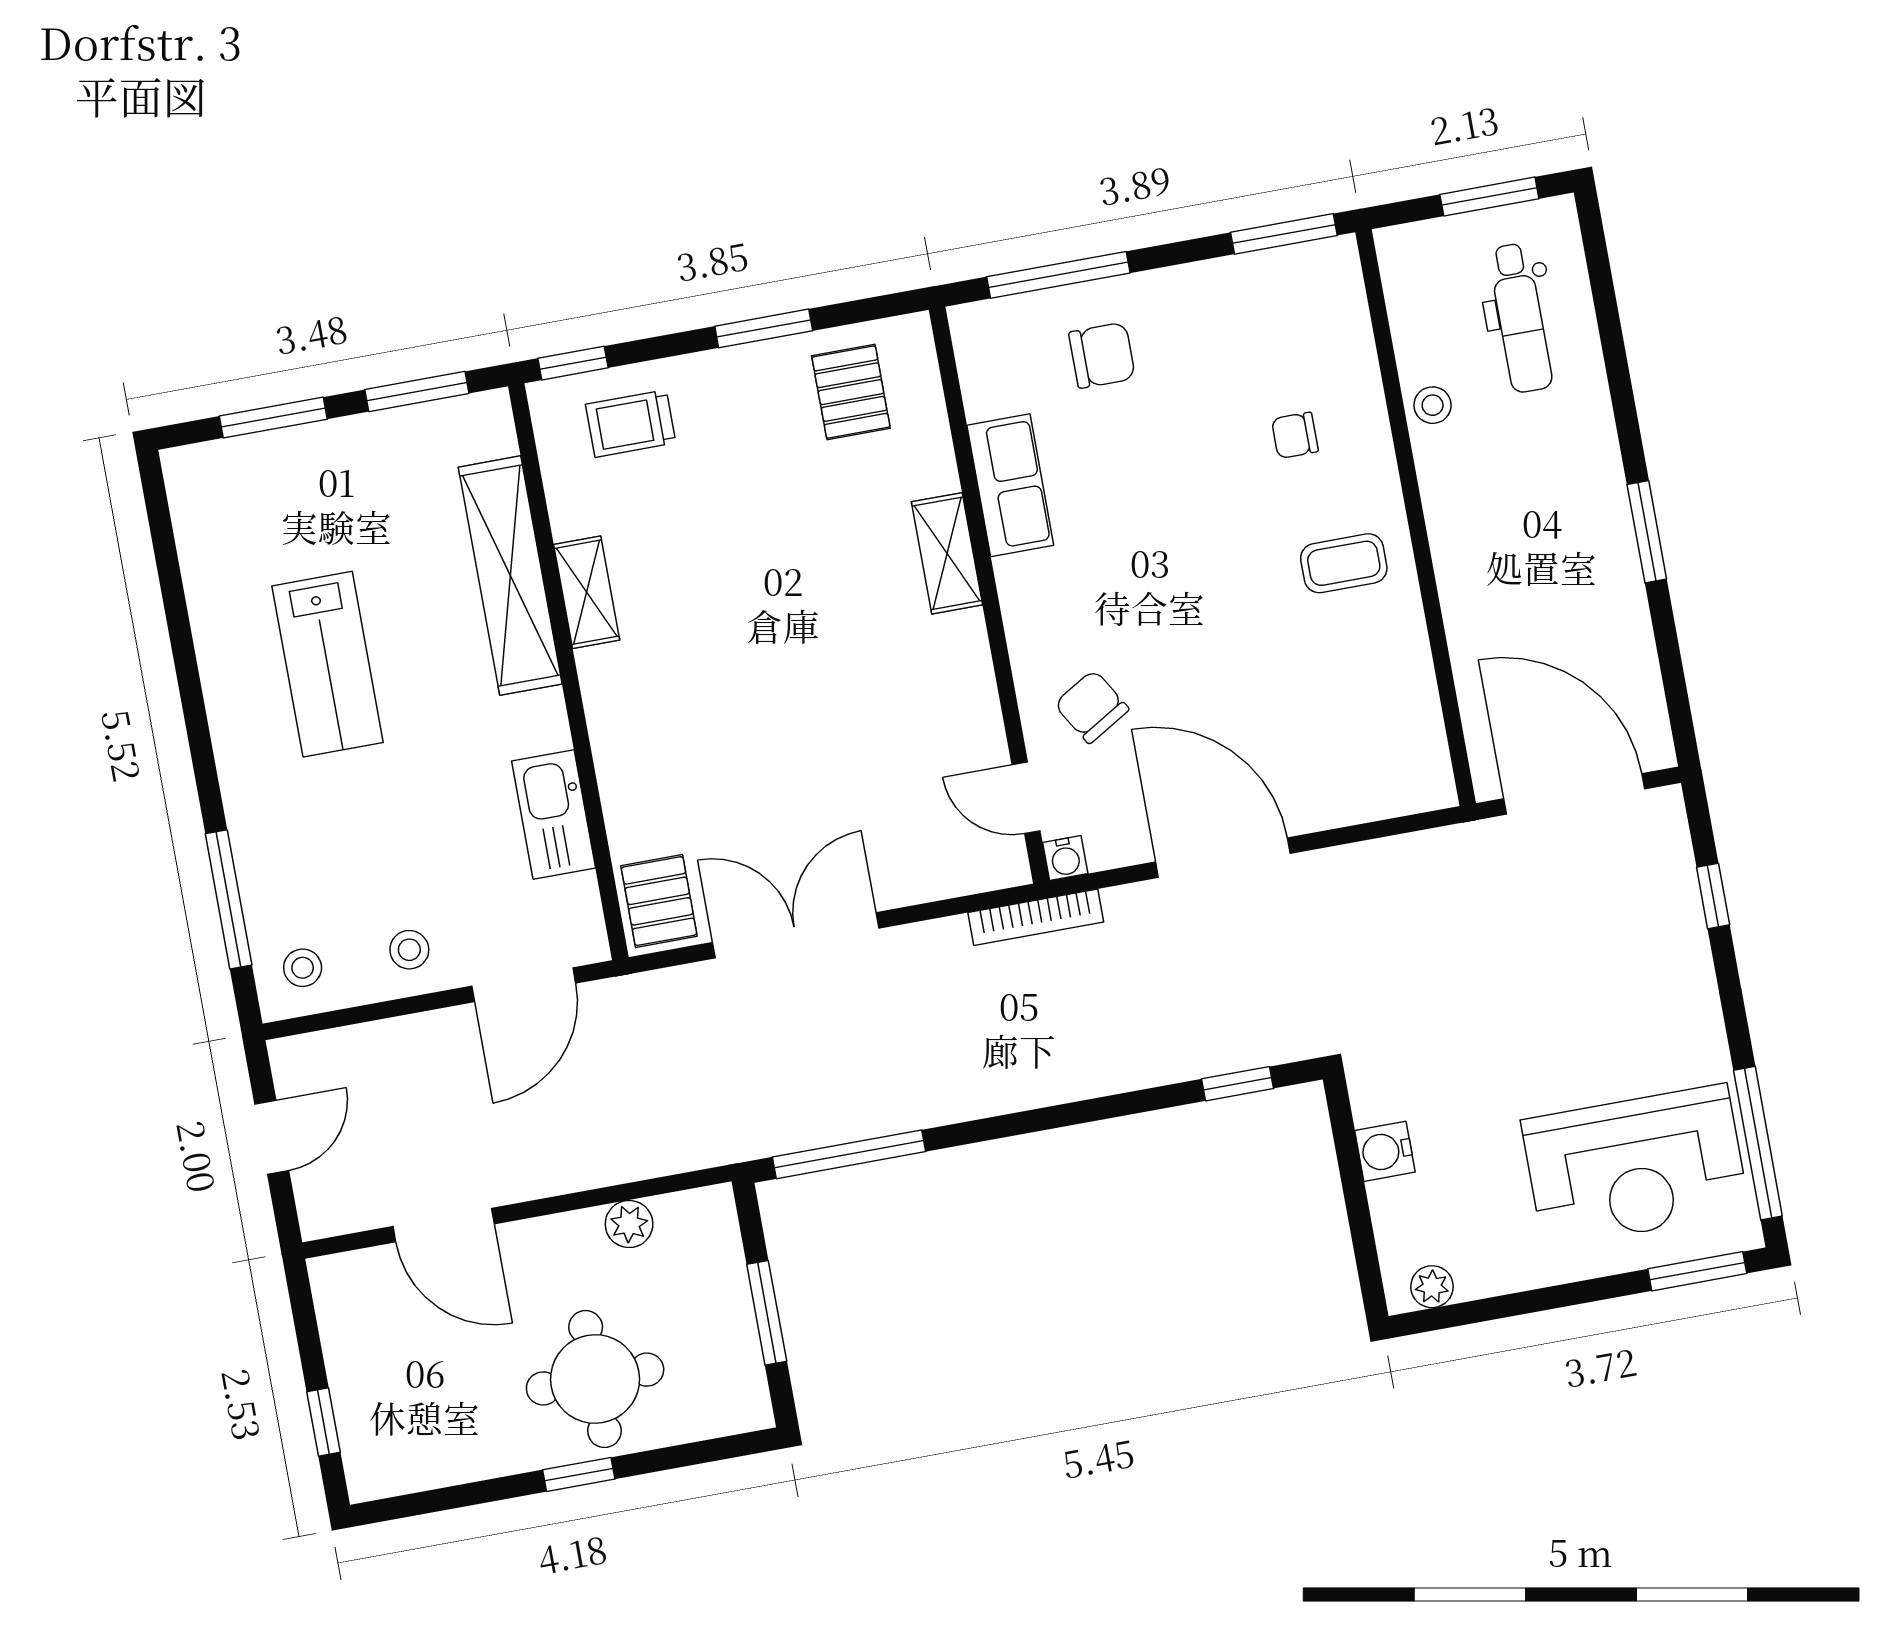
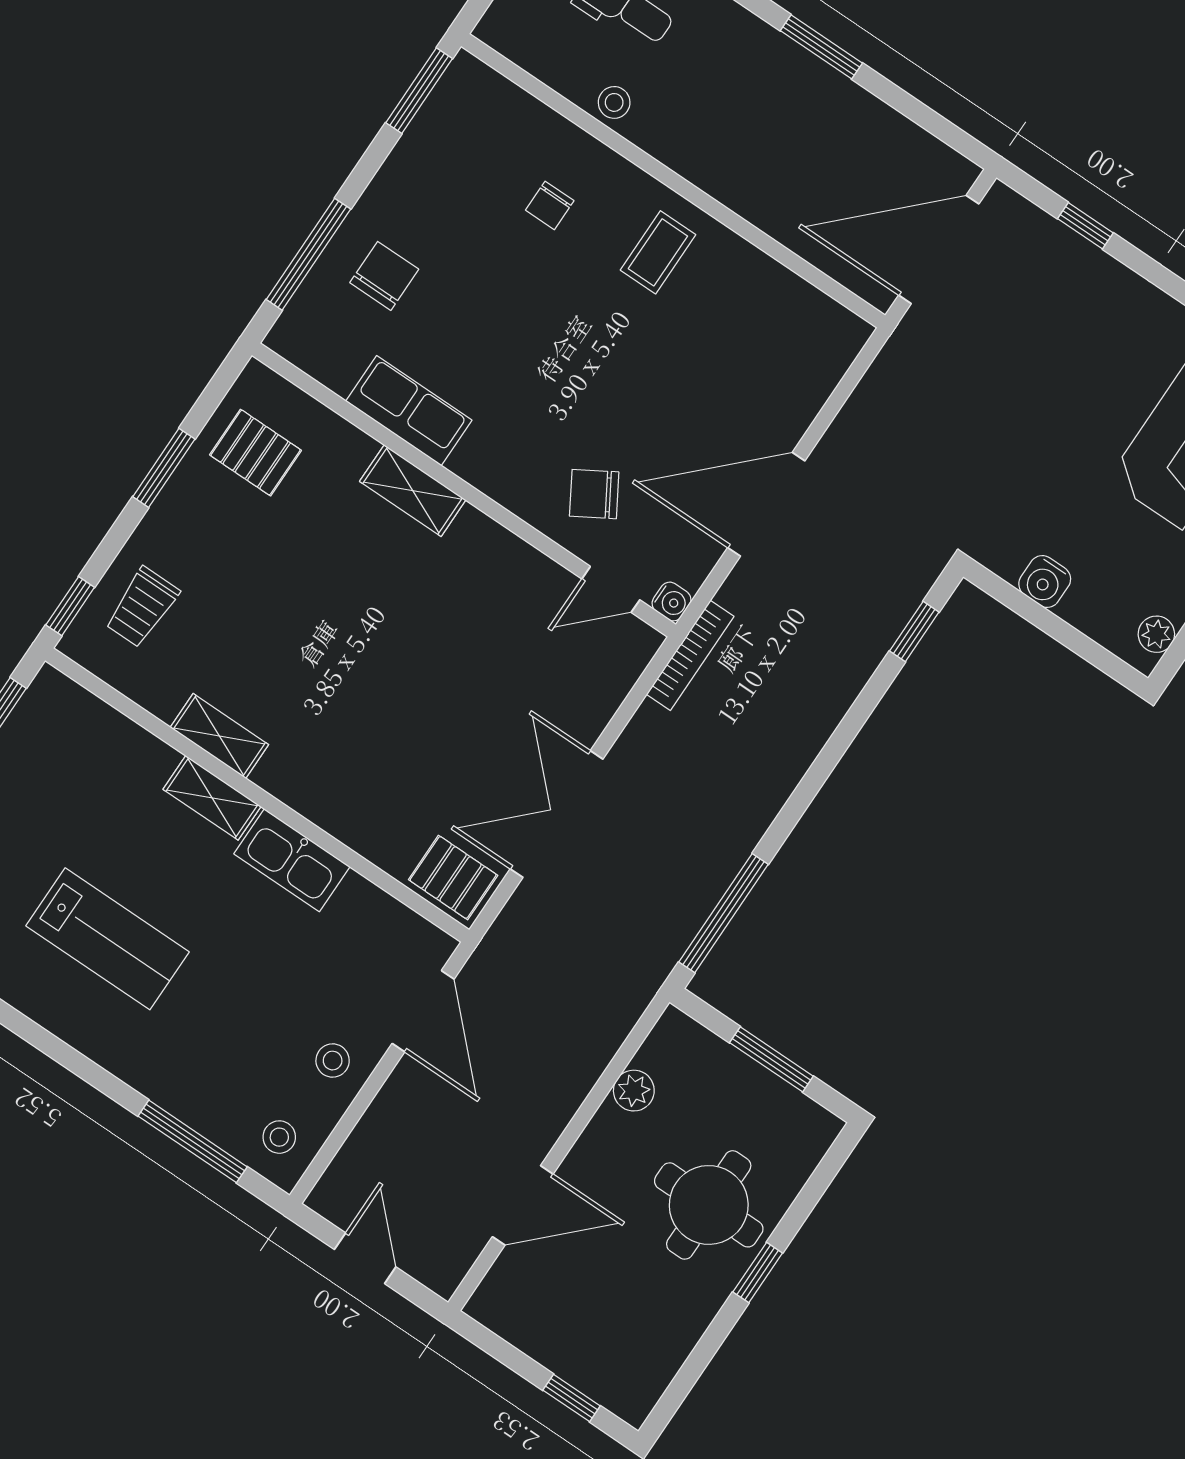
shelving: (510, 576) -> (212, 798), width x0.45, depth x0.75
kitchen sink: (554, 814) -> (292, 860), moved

